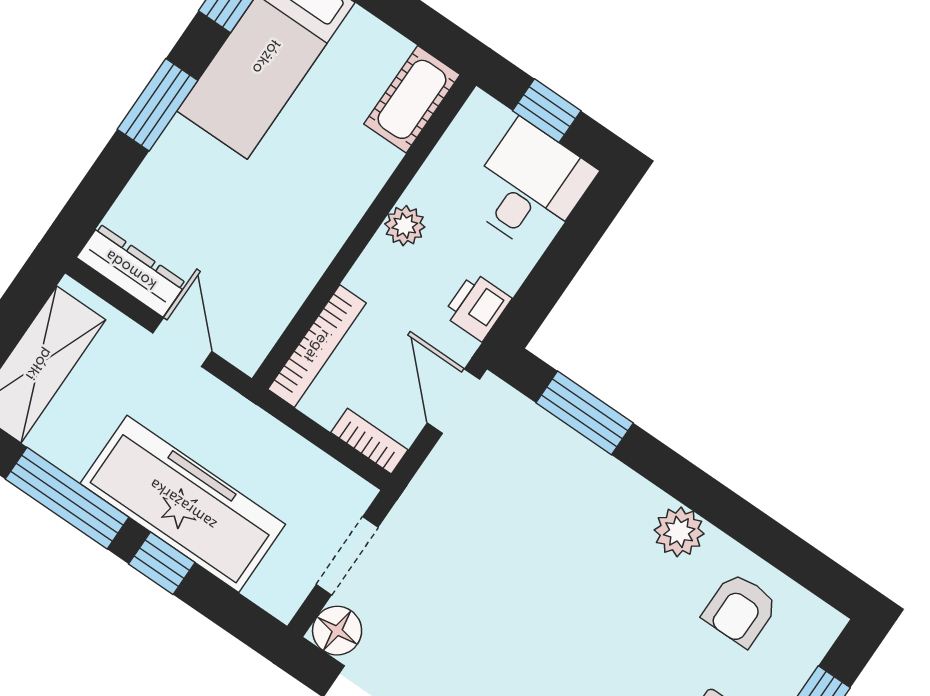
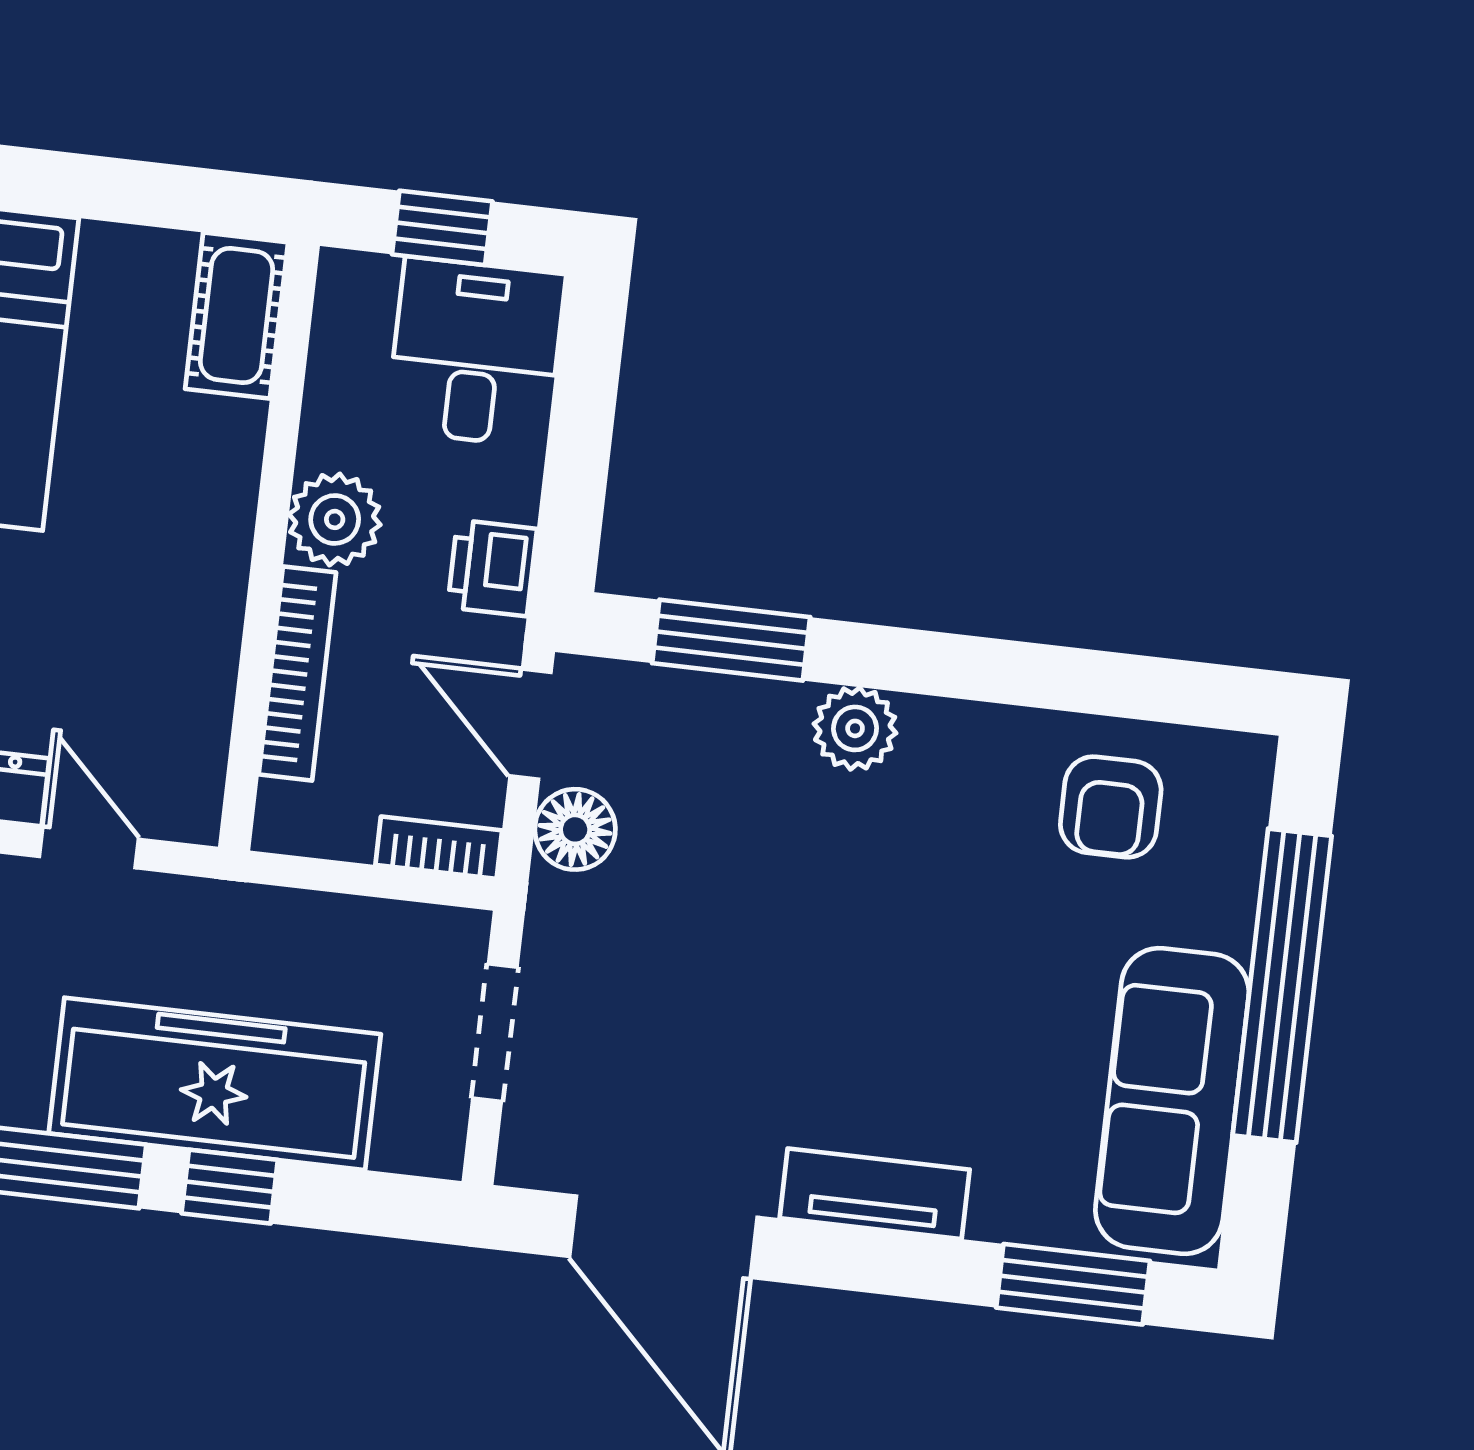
plant: (405, 226) -> (335, 519), width x1.38, depth x1.38
bookcase: (317, 346) -> (297, 673), moved
plant: (679, 532) -> (855, 728), moved
floor lamp: (337, 631) -> (575, 829), moved

